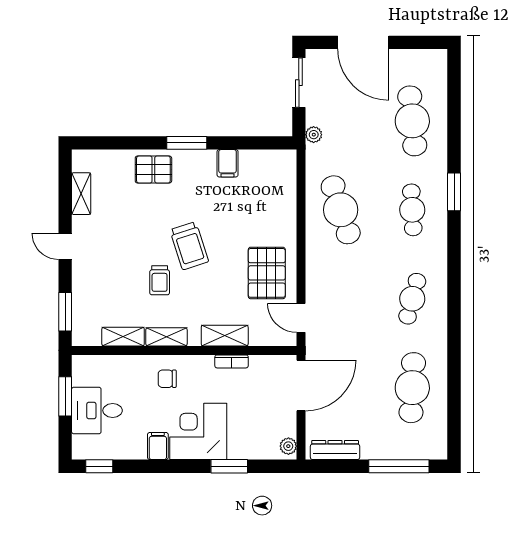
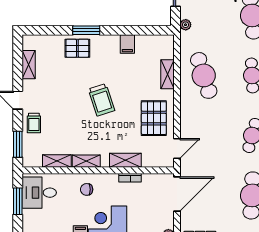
window: (187, 143) -> (86, 30), moved
shelving: (287, 208) -> (167, 74), added
trolley: (160, 280) -> (34, 123), moved
door: (301, 318) -> (177, 148), swing flipped
desk: (97, 410) -> (39, 193), moved

